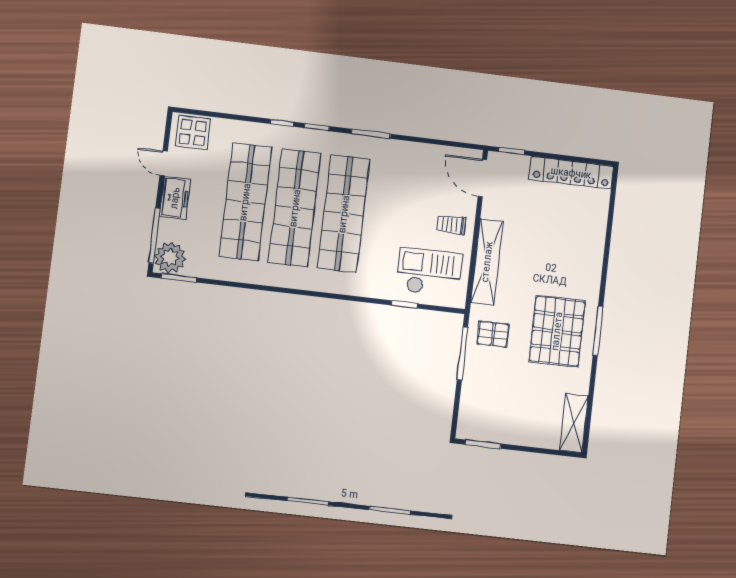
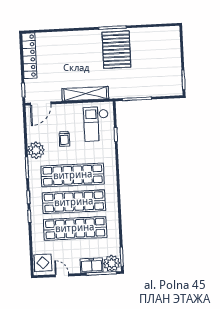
plant: (400, 155) -> (36, 150), added
door: (164, 163) -> (62, 275), swing flipped
freezer: (175, 198) -> (92, 265), moved
trolley: (451, 225) -> (64, 139), moved
pallet: (557, 331) -> (116, 50), turned 90
pallet: (493, 334) -> (124, 84), removed
shelving: (574, 423) -> (164, 33), removed

